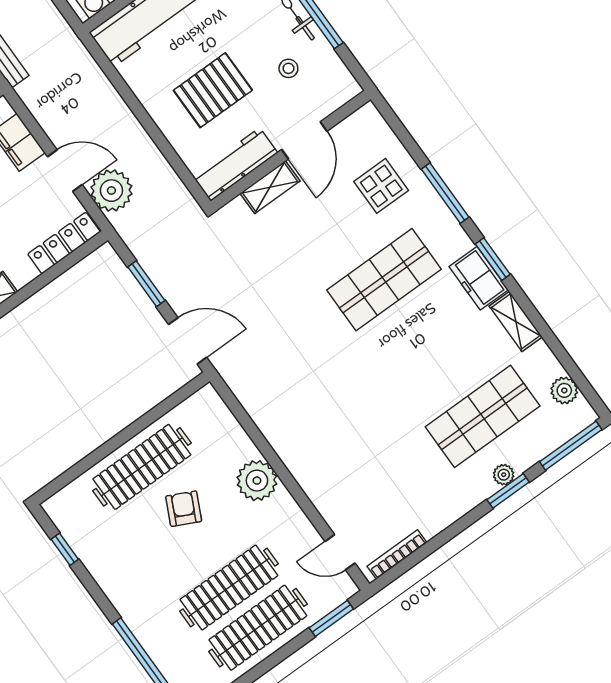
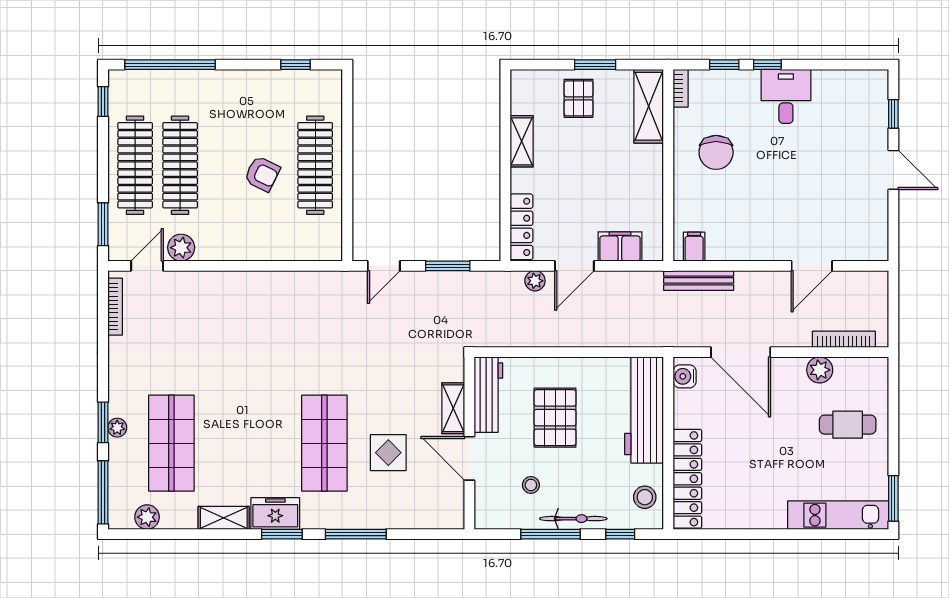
display table: (381, 186) -> (388, 453), moved
plant: (111, 191) -> (535, 281), width x0.53, depth x0.53
door: (188, 341) -> (384, 266), width x0.73
plant: (257, 481) -> (181, 248), moved, width x0.73, depth x0.73

